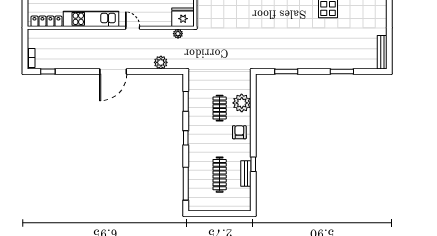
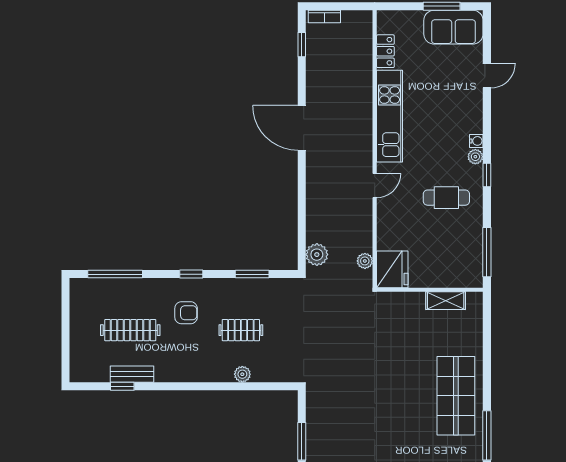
locker: (46, 21) -> (385, 51), width x0.66
plant: (161, 62) -> (317, 255), moved
door: (113, 72) -> (302, 128), moved
plant: (242, 103) -> (242, 374), width x0.53, depth x0.53
armchair: (239, 132) -> (186, 313), moved
window: (253, 164) -> (122, 386), moved

